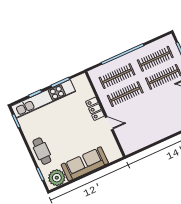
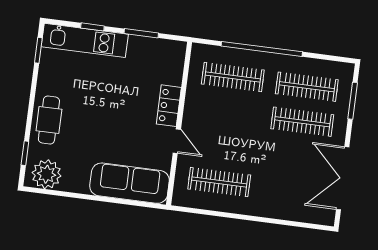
clothes rail: (125, 94) -> (219, 182), moved
kitchen unit: (43, 99) -> (85, 40), width x0.73
sofa: (85, 164) -> (130, 183), moved

